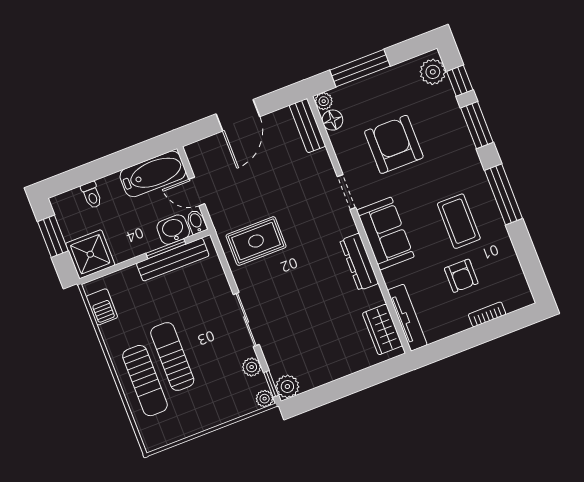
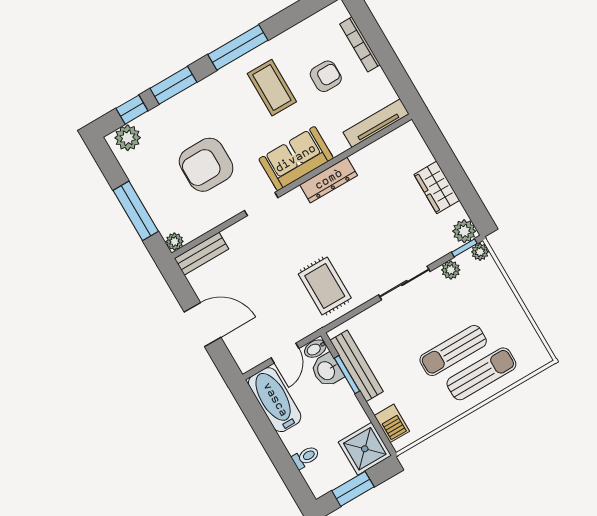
floor lamp: (333, 120) -> (192, 230), removed
coffee table: (459, 221) -> (272, 88), turned 90
barbecue: (102, 307) -> (392, 423), moved, turned 90
bookcase: (487, 314) -> (360, 44), width x1.56
wardrobe: (382, 329) -> (437, 187), moved, turned 90

